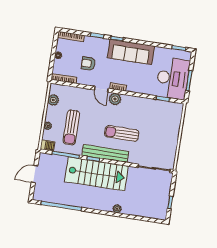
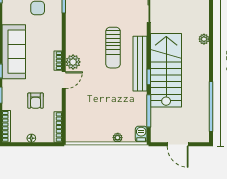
plant: (53, 100) -> (86, 136), removed
sun lounger: (71, 127) -> (115, 109), removed

